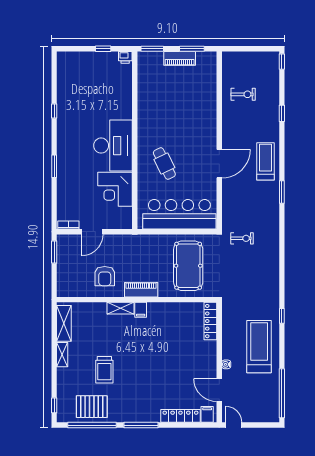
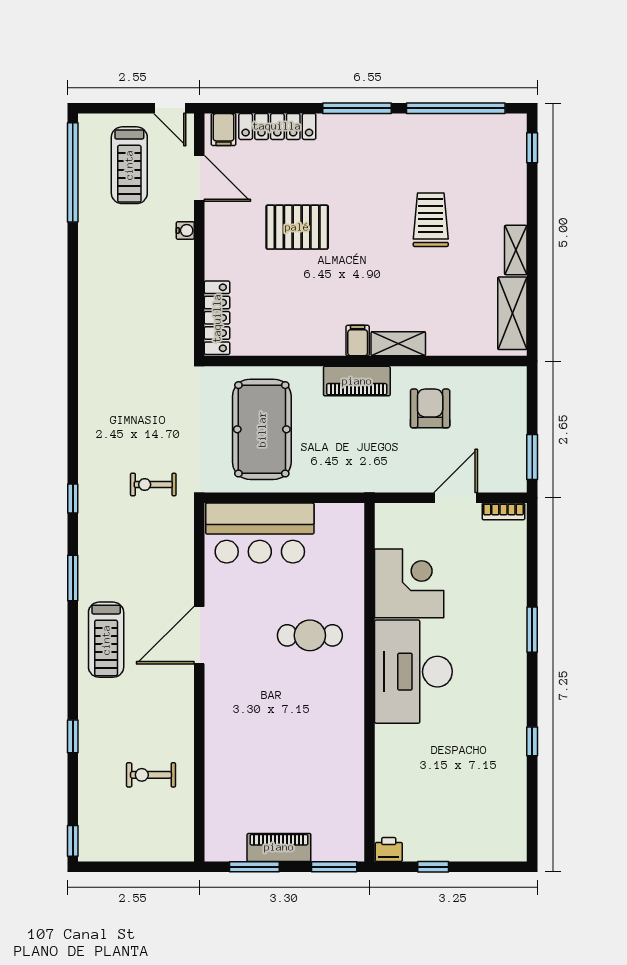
cafe table: (164, 164) -> (310, 635), turned -64
bar counter: (179, 214) -> (260, 533), width x0.73
window: (282, 316) -> (73, 499), moved
treadmill: (259, 347) -> (129, 165), moved, width x0.73, depth x0.73
pallet: (92, 407) -> (297, 227), moved

